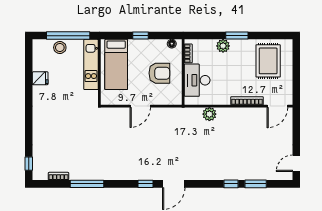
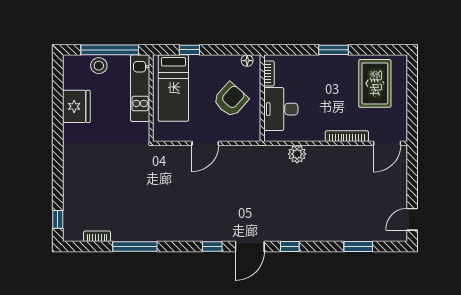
window: (140, 36) -> (189, 50), moved
plant: (223, 46) -> (315, 63), removed
armchair: (159, 73) -> (231, 100), turned -48
fridge: (40, 78) -> (76, 106), width x1.88, depth x1.34
window: (231, 184) -> (290, 246), moved

